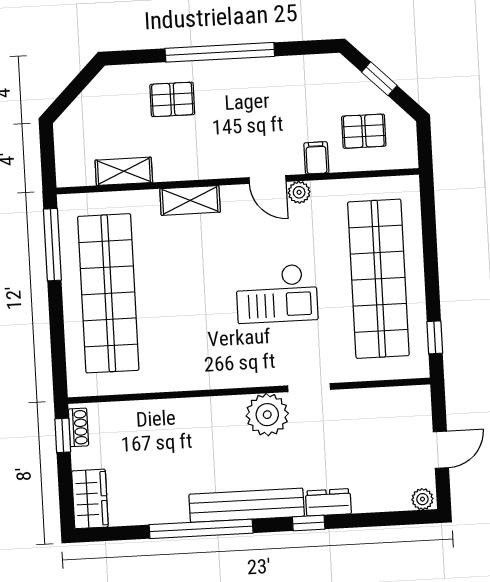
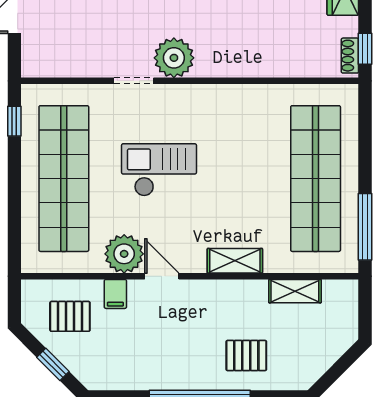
plant: (299, 192) -> (124, 254), width x1.88, depth x1.88

